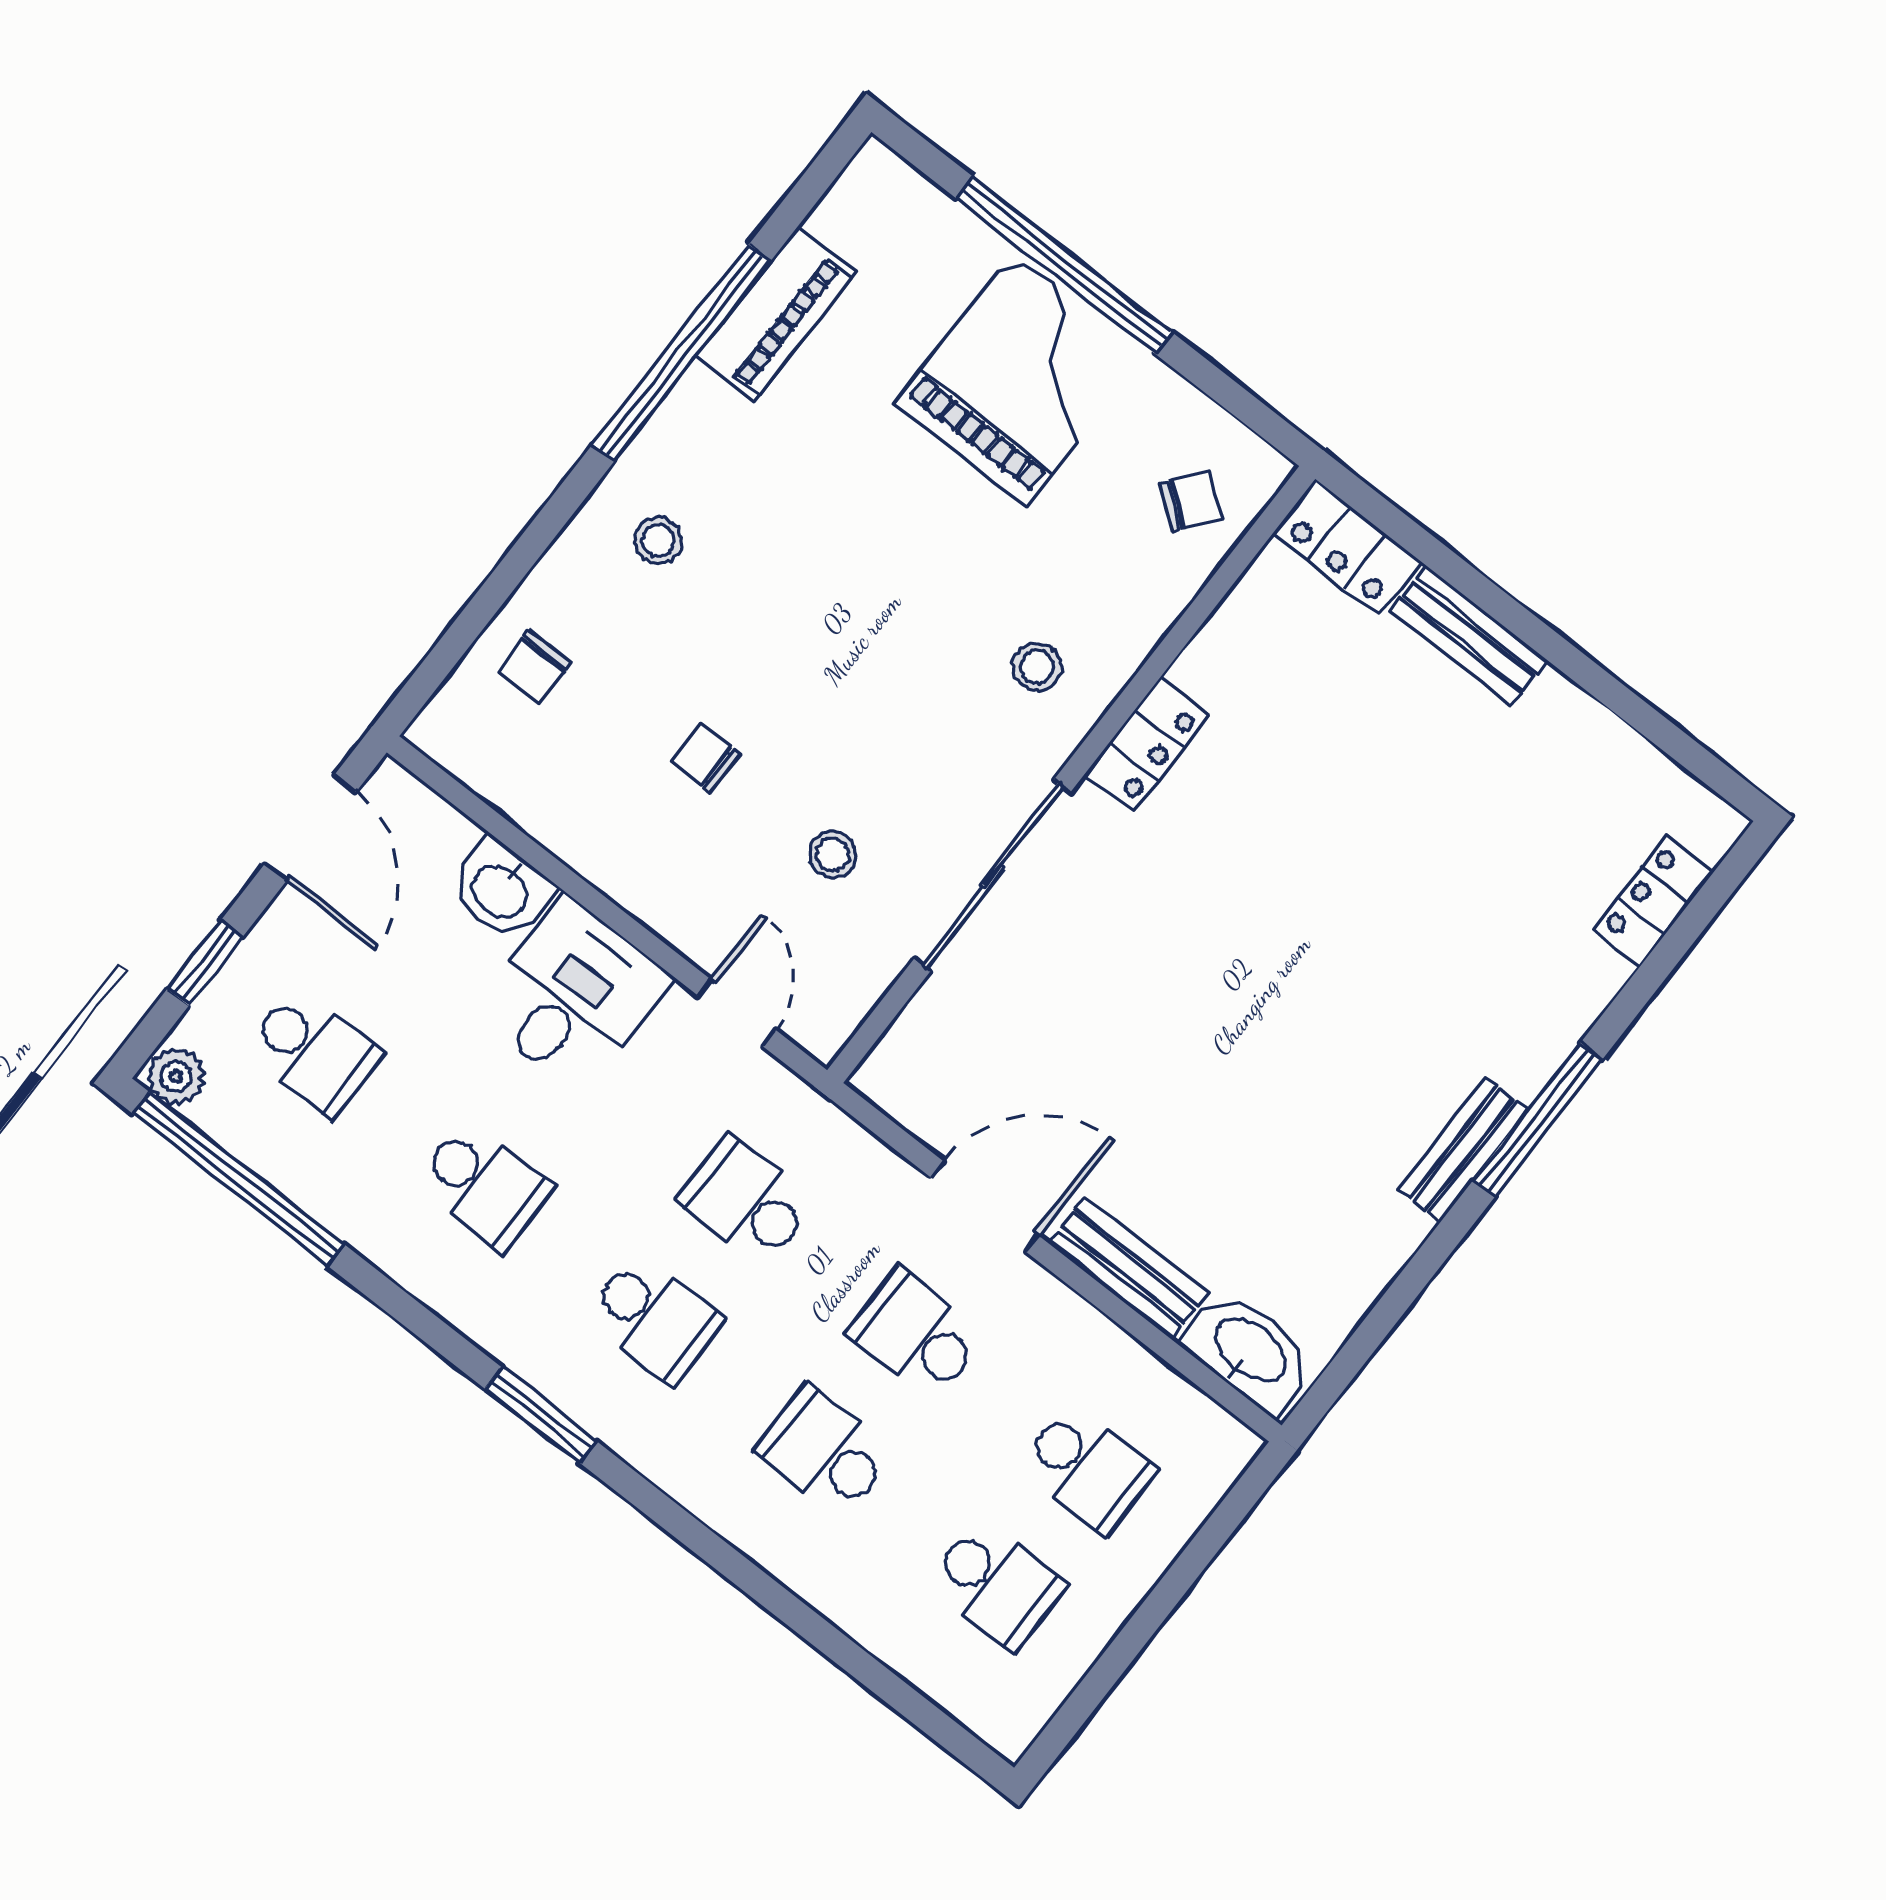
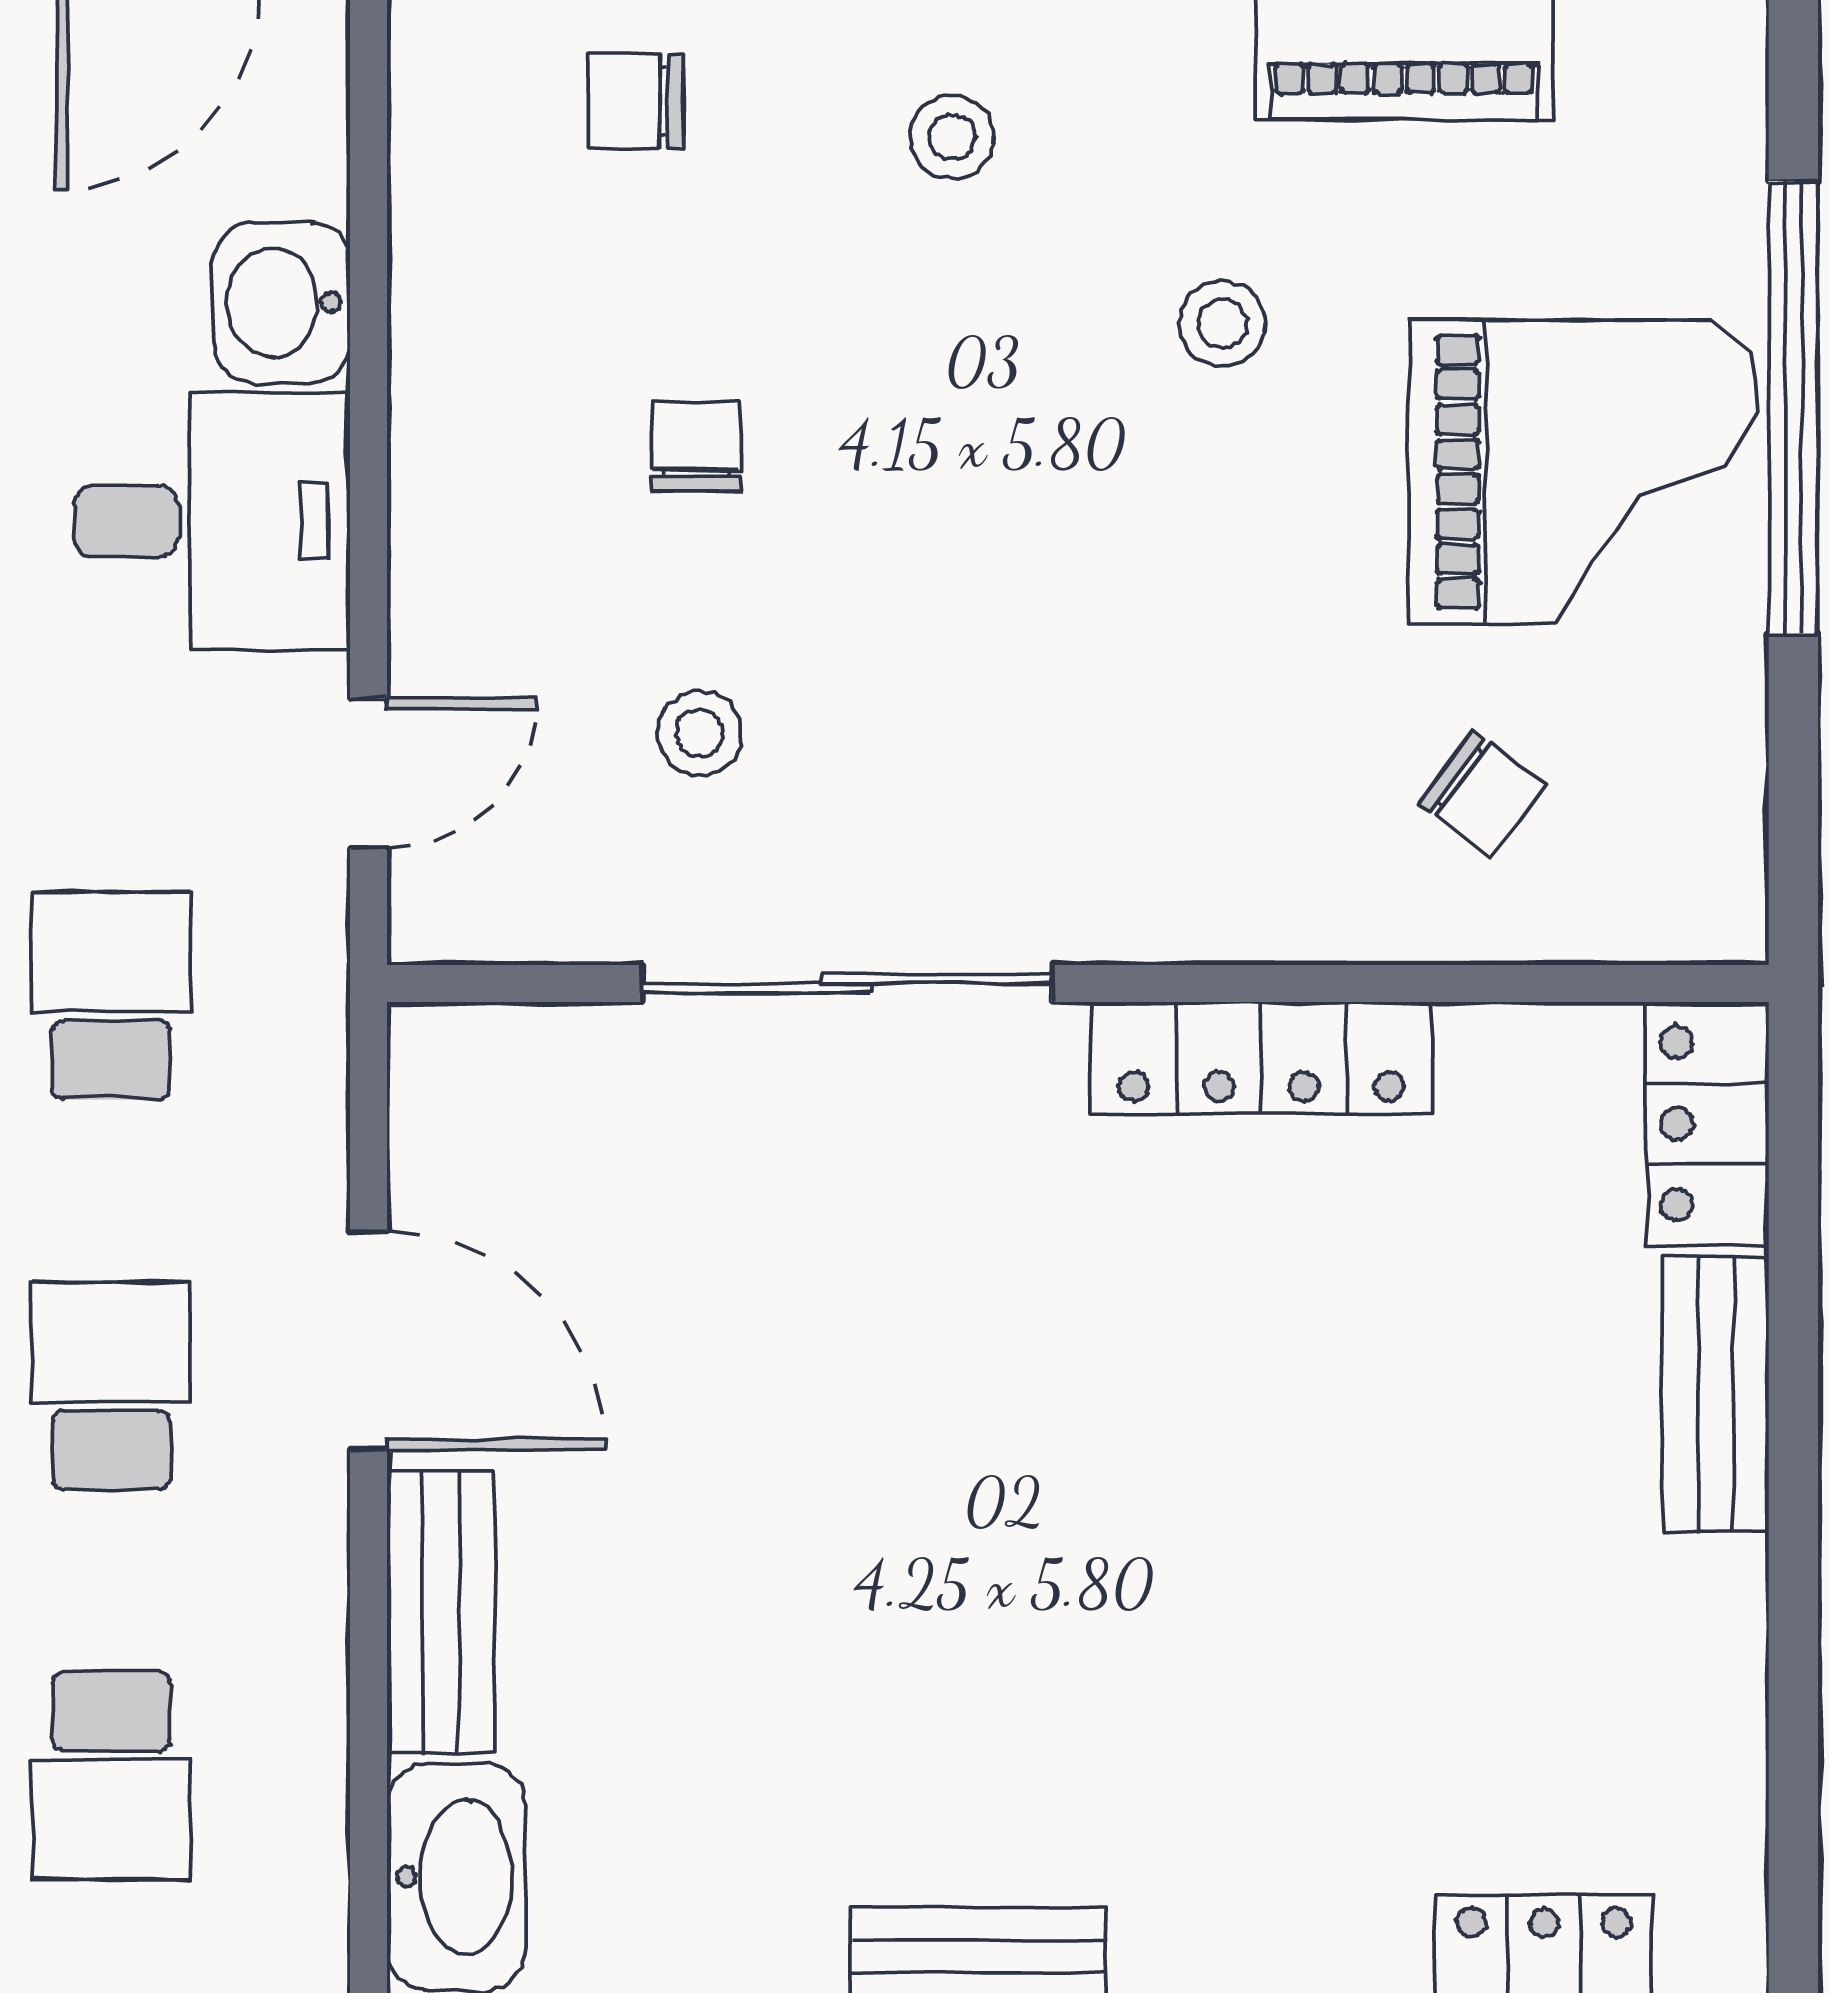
chair: (1191, 501) -> (1482, 794), moved
stool: (1037, 667) -> (1222, 323), moved
locker: (1146, 745) -> (1262, 1058), width x1.53

